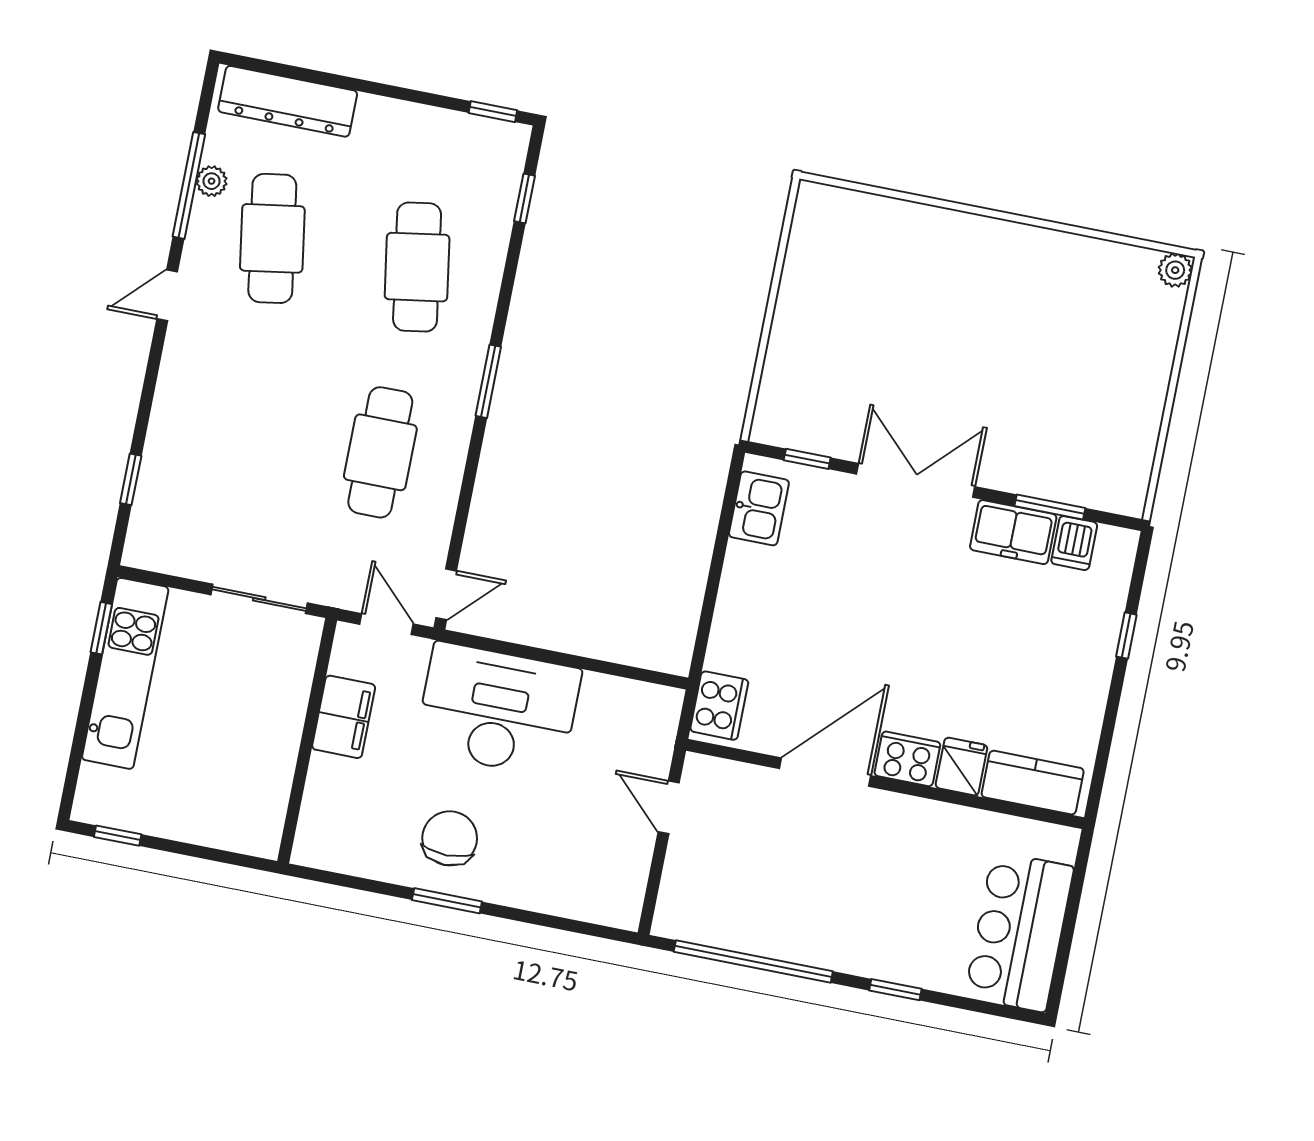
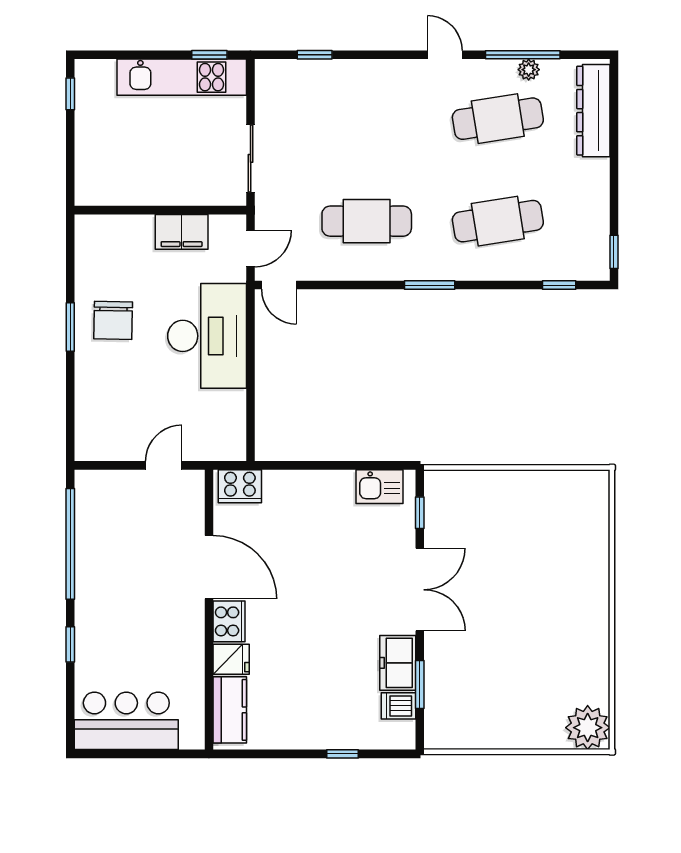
plant: (1175, 270) -> (588, 728), width x1.88, depth x1.88
chair: (450, 838) -> (113, 320), turned 91

